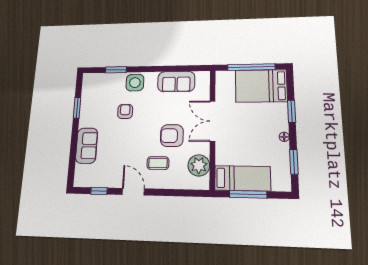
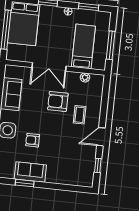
armchair: (172, 136) -> (58, 102), turned 90
sofa: (87, 146) -> (30, 172), moved
plant: (199, 165) -> (85, 77), width x0.53, depth x0.53
bed: (242, 178) -> (83, 47), moved

